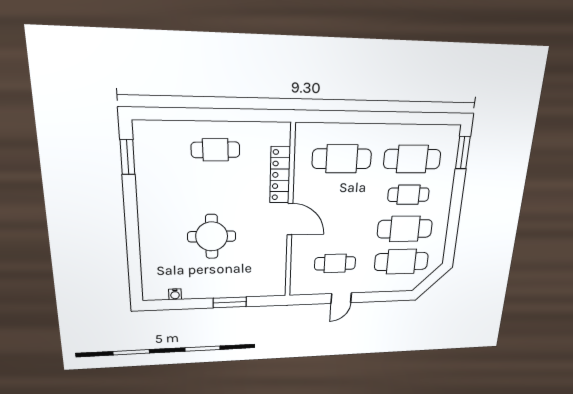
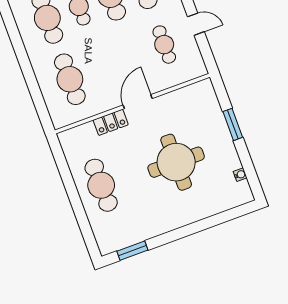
cafe table: (215, 150) -> (101, 185), width x1.37, depth x1.35
locker: (280, 175) -> (111, 122), width x0.66
round table: (212, 236) -> (176, 162), width x1.36, depth x1.36

